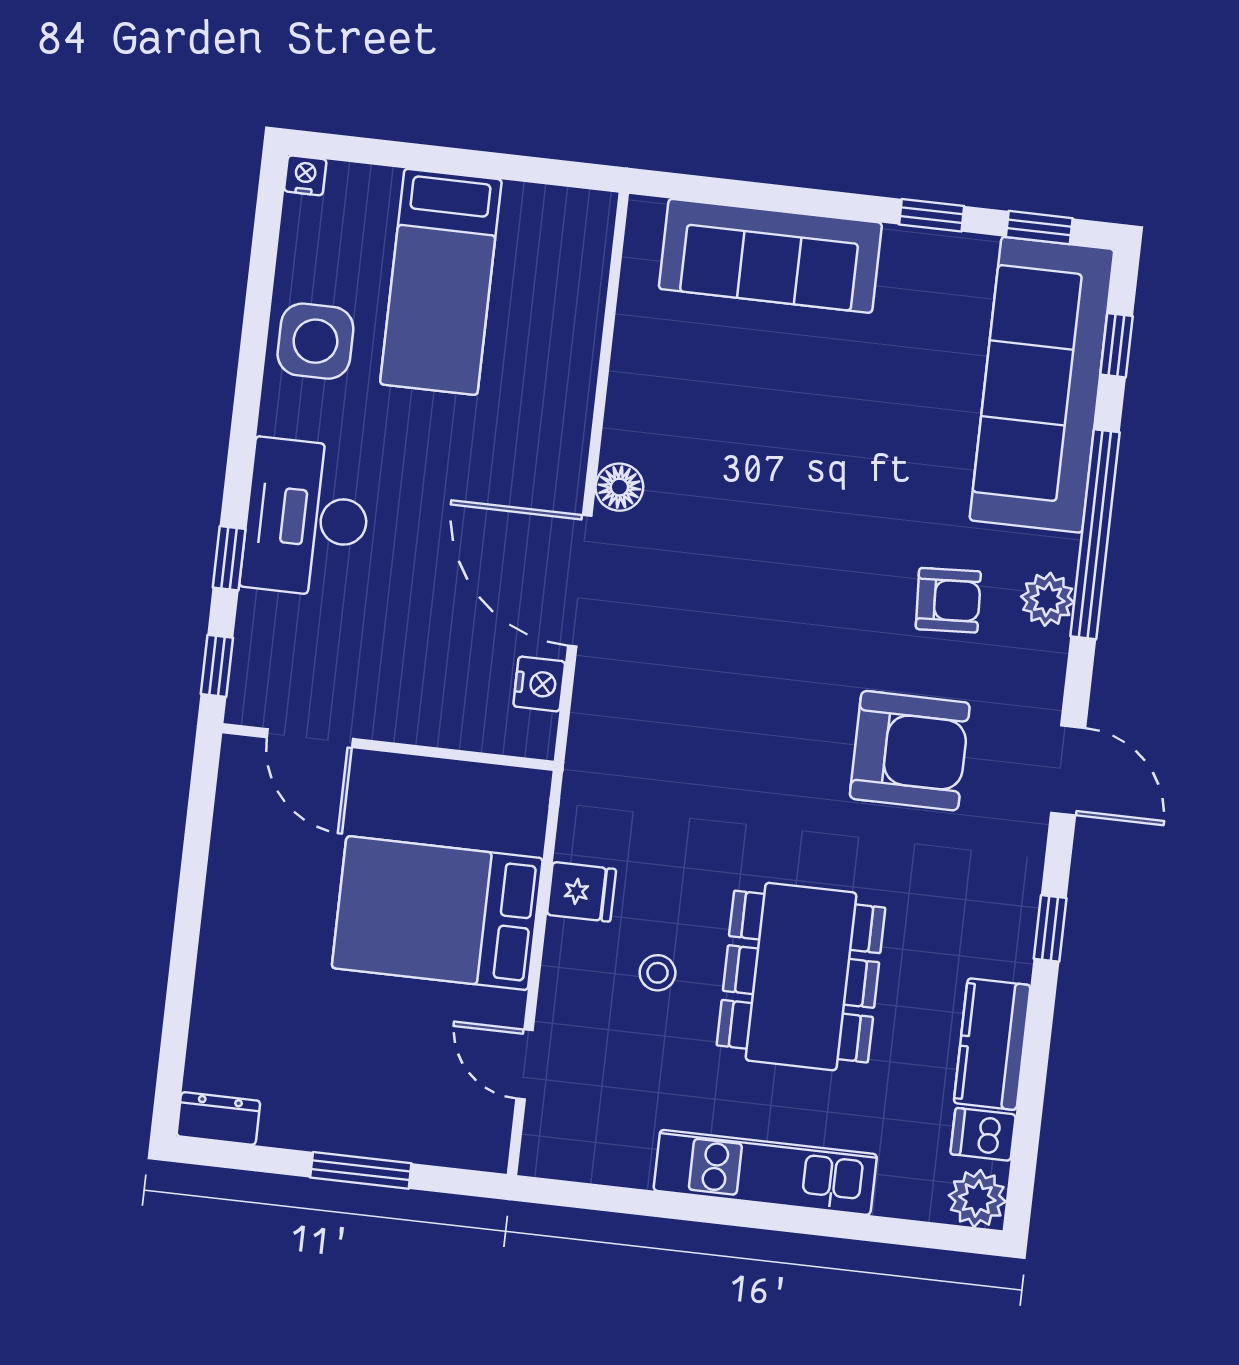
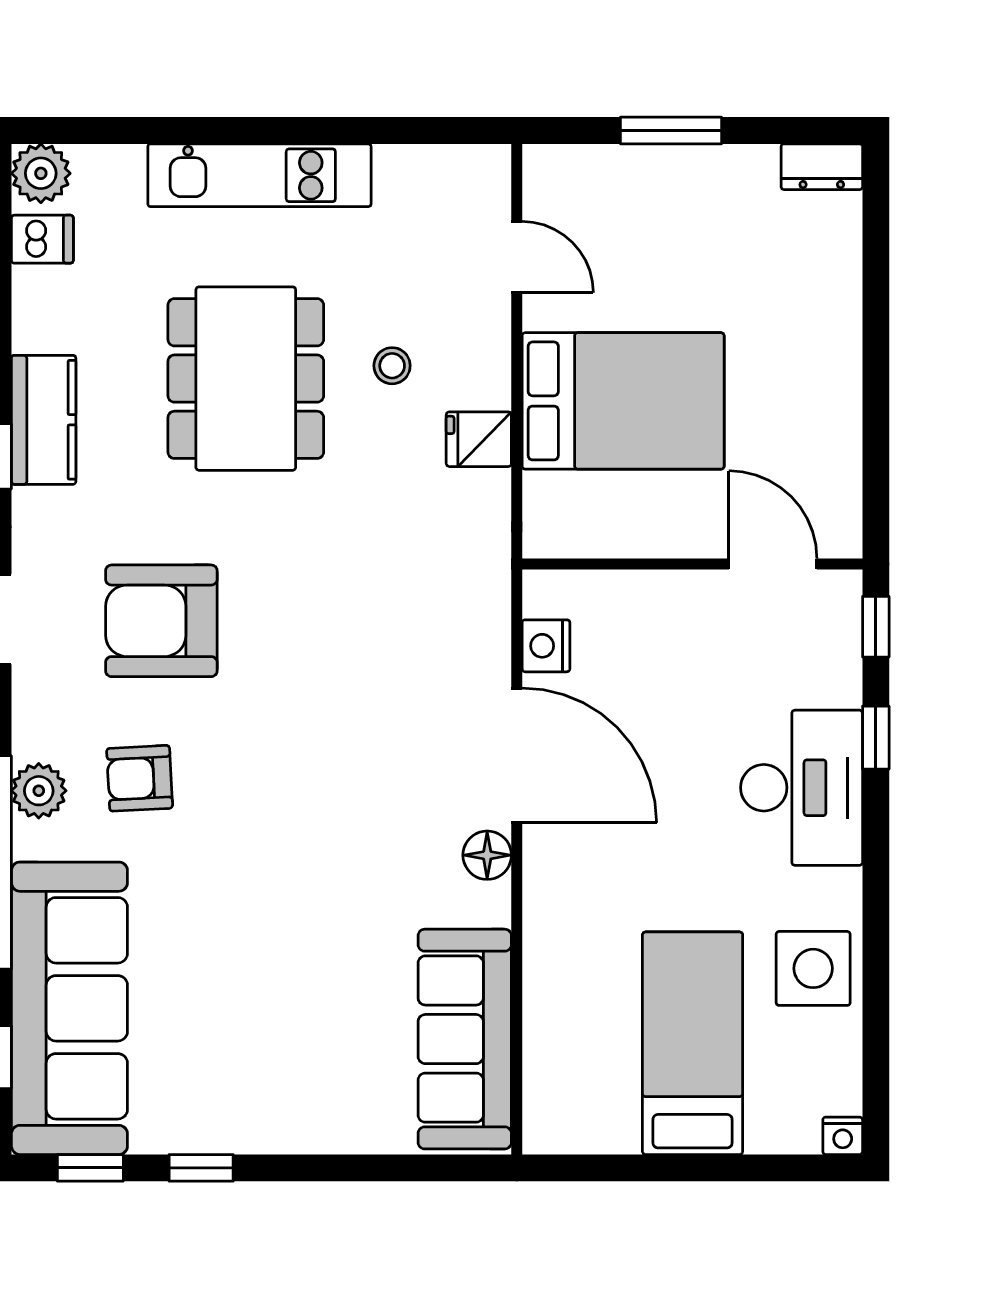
sofa: (770, 256) -> (465, 1039), moved, turned -90
kitchen counter: (992, 1044) -> (44, 420), moved

